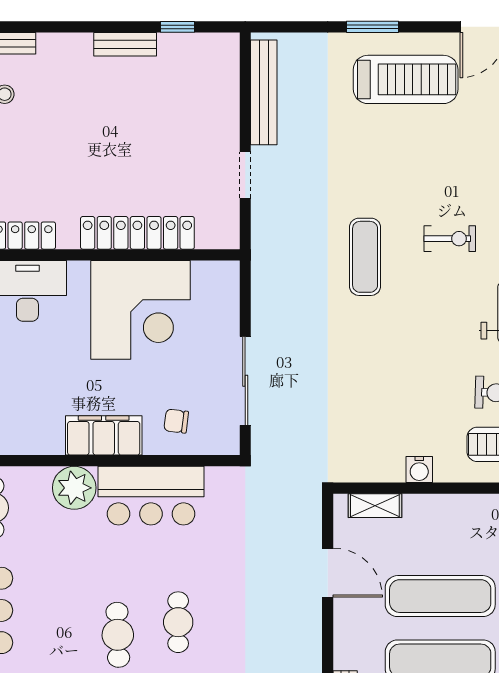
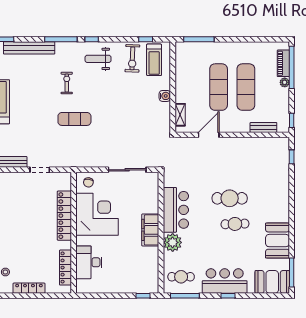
chair: (176, 421) -> (88, 182), moved
cafe table: (178, 622) -> (230, 198), width x1.37, depth x1.35

